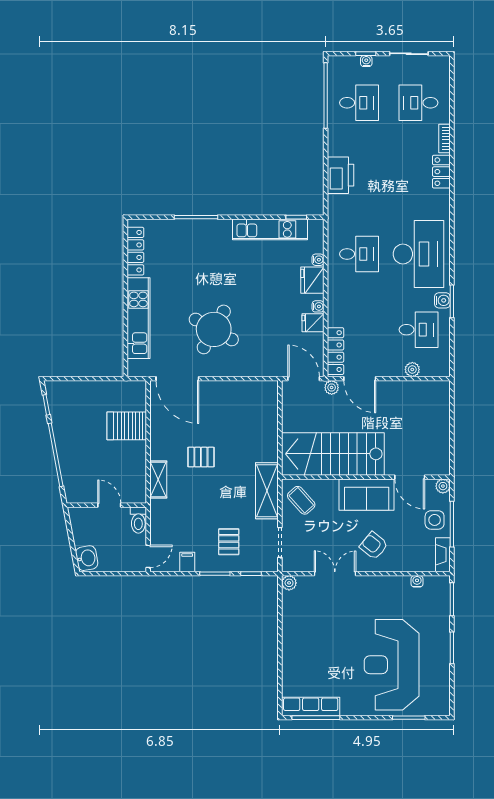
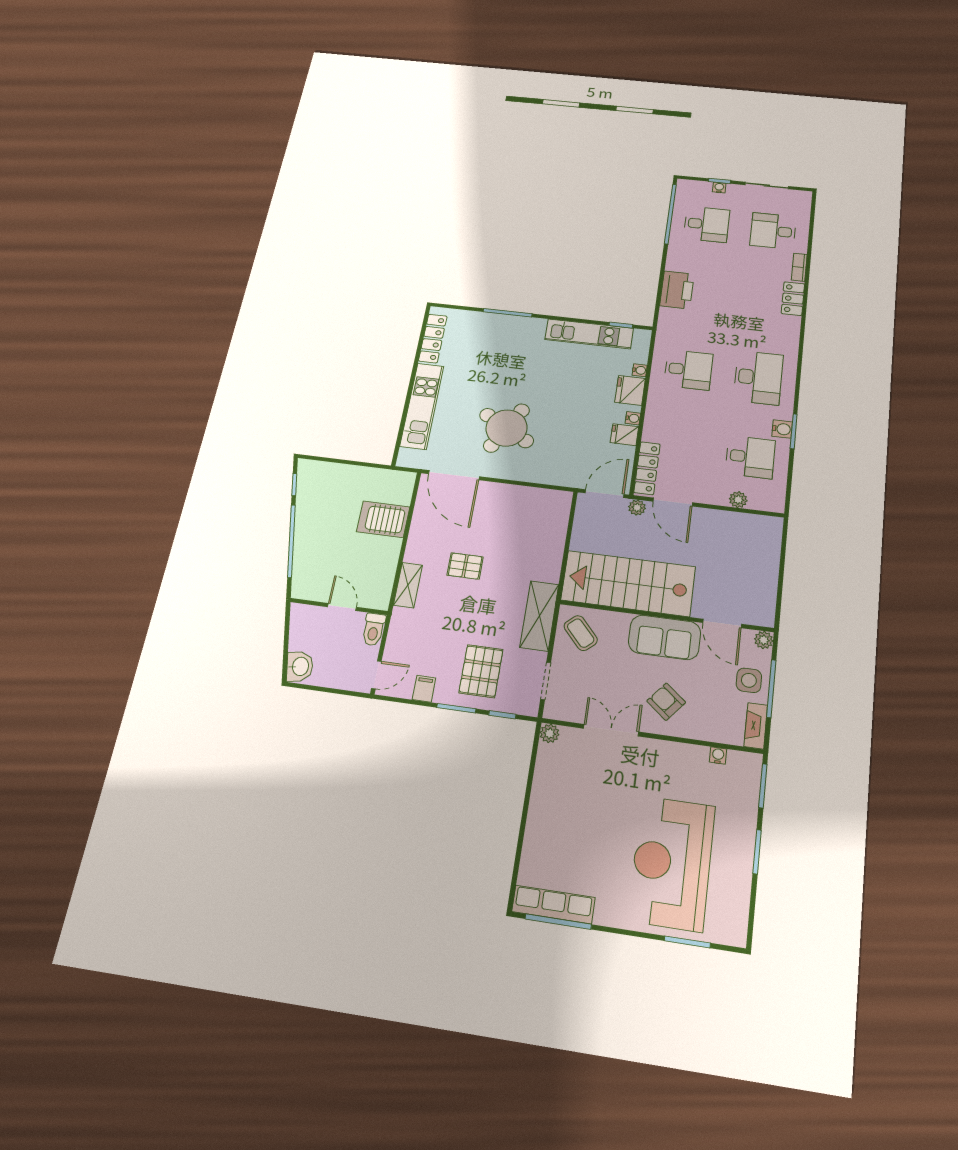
desk: (418, 254) -> (758, 378), width x0.73, depth x0.77
door: (304, 379) -> (605, 494), hinge flipped
pallet: (229, 542) -> (481, 671), width x1.50, depth x1.42

